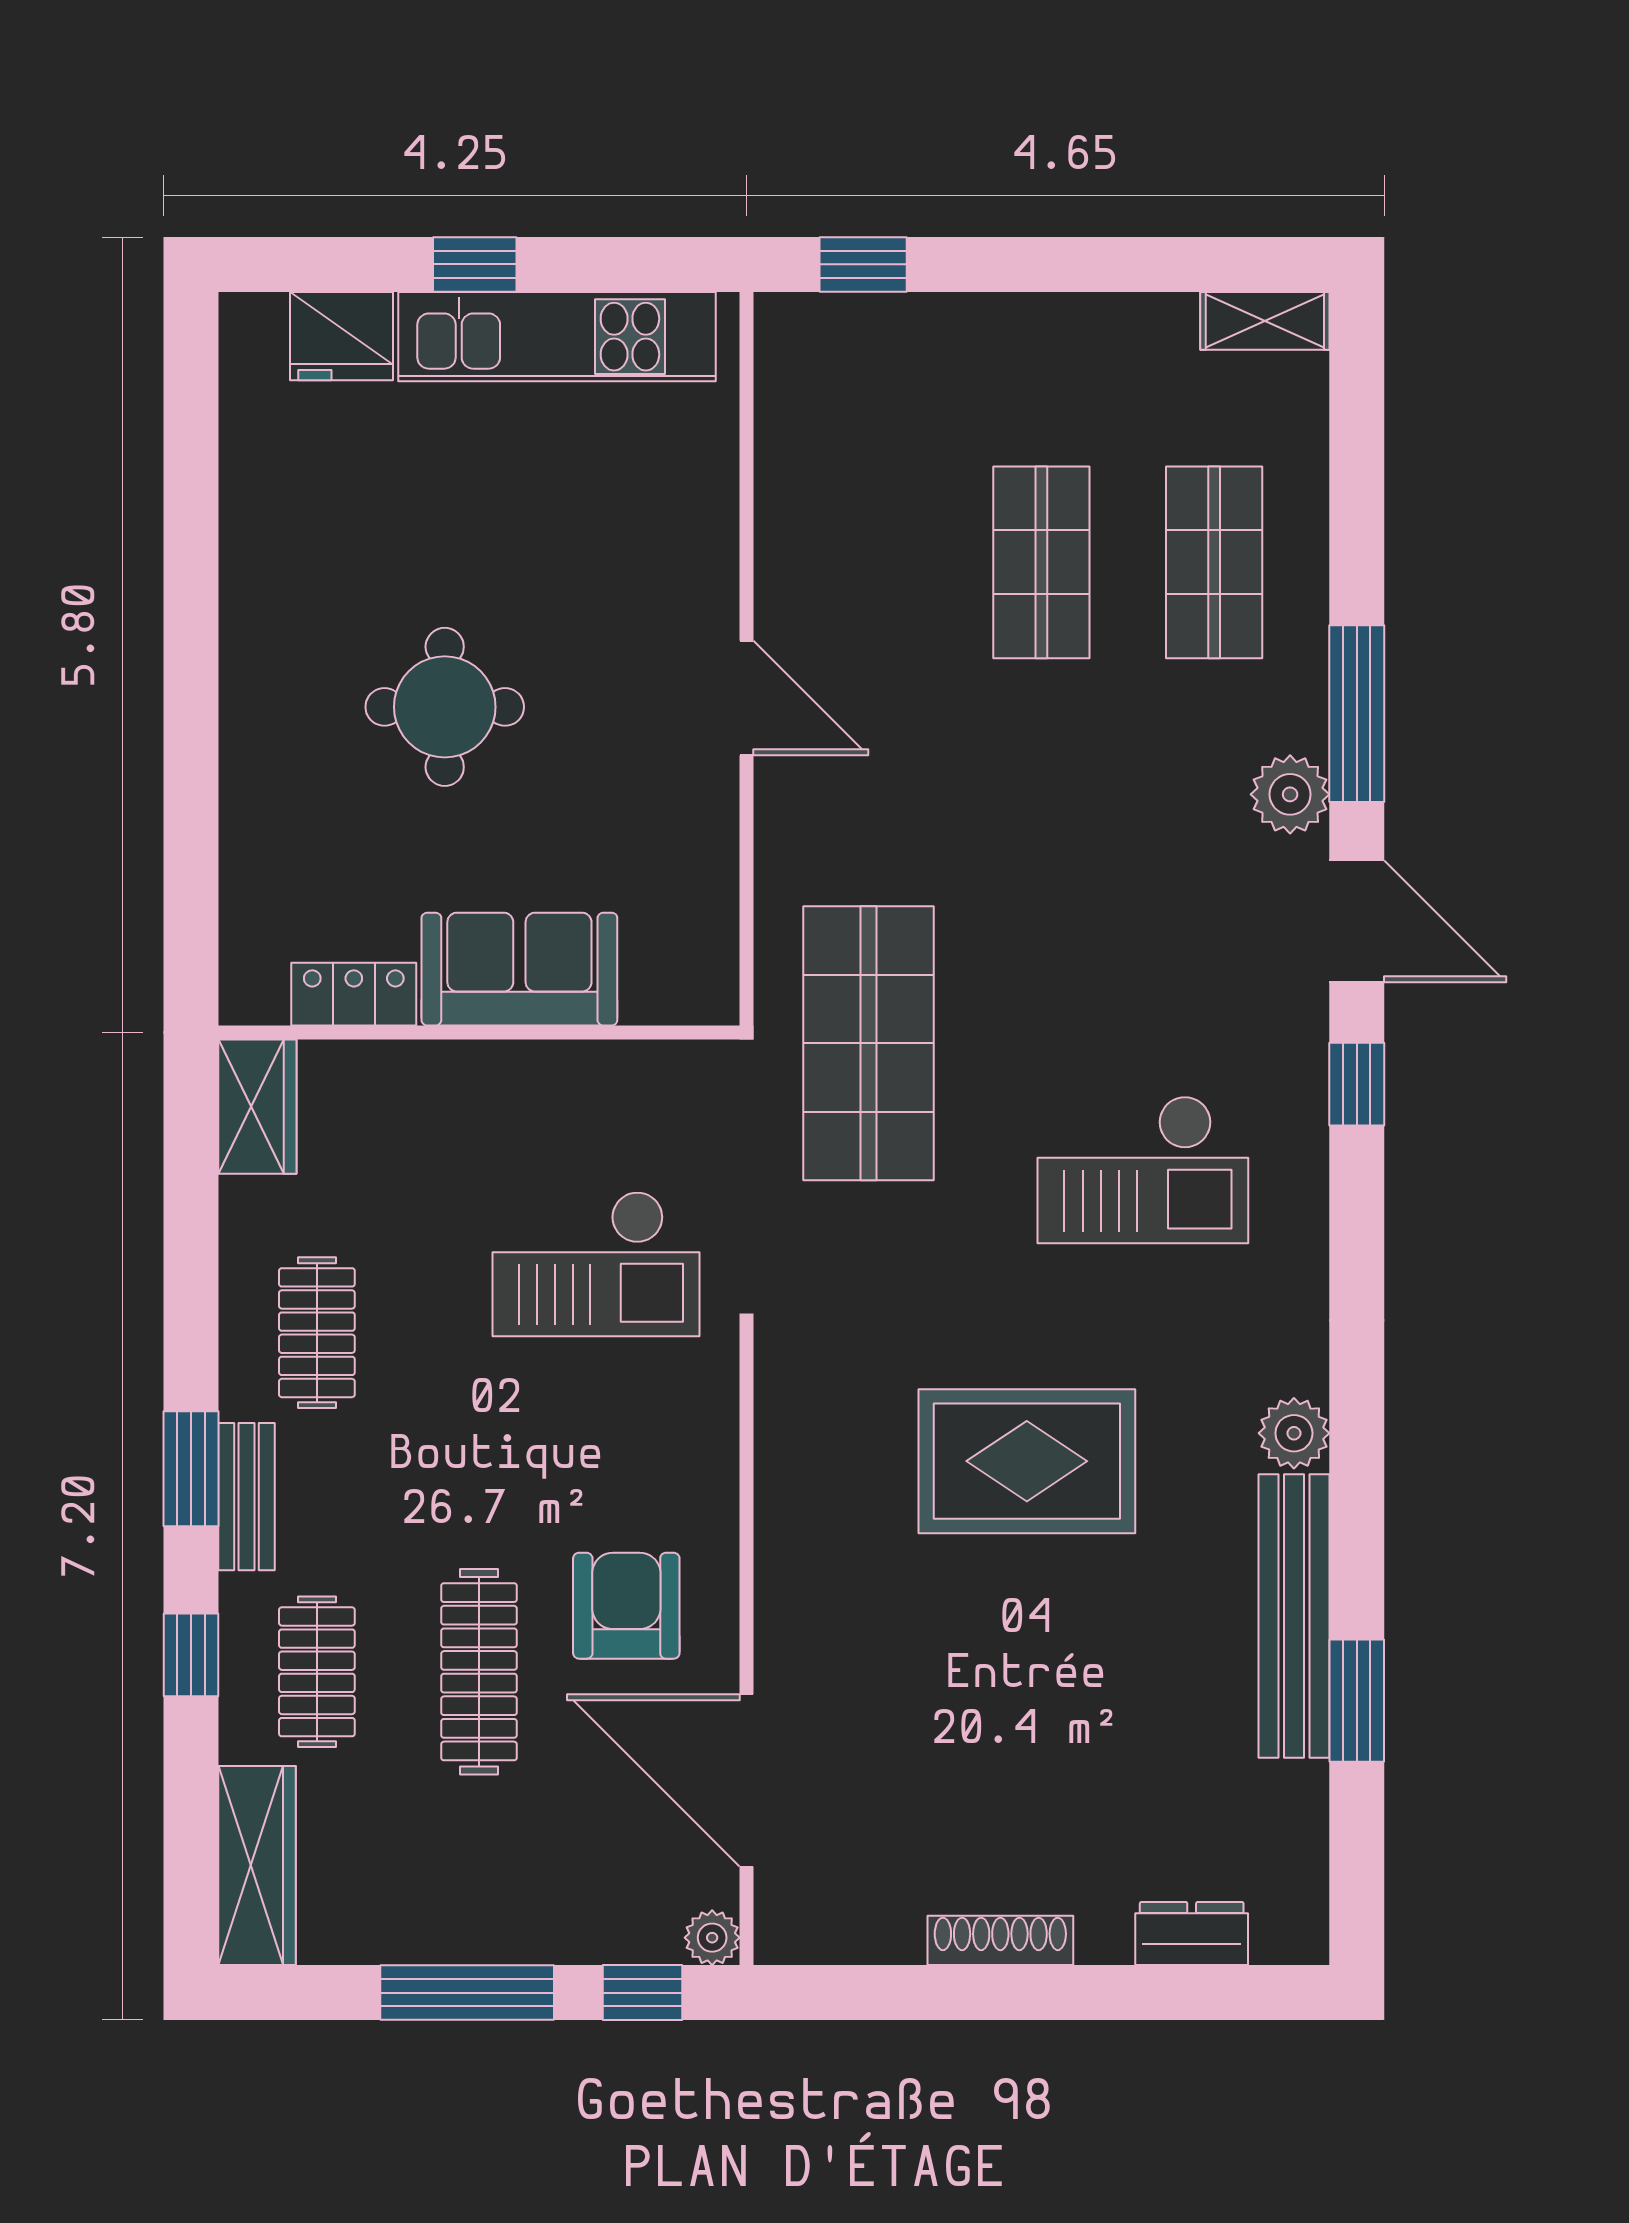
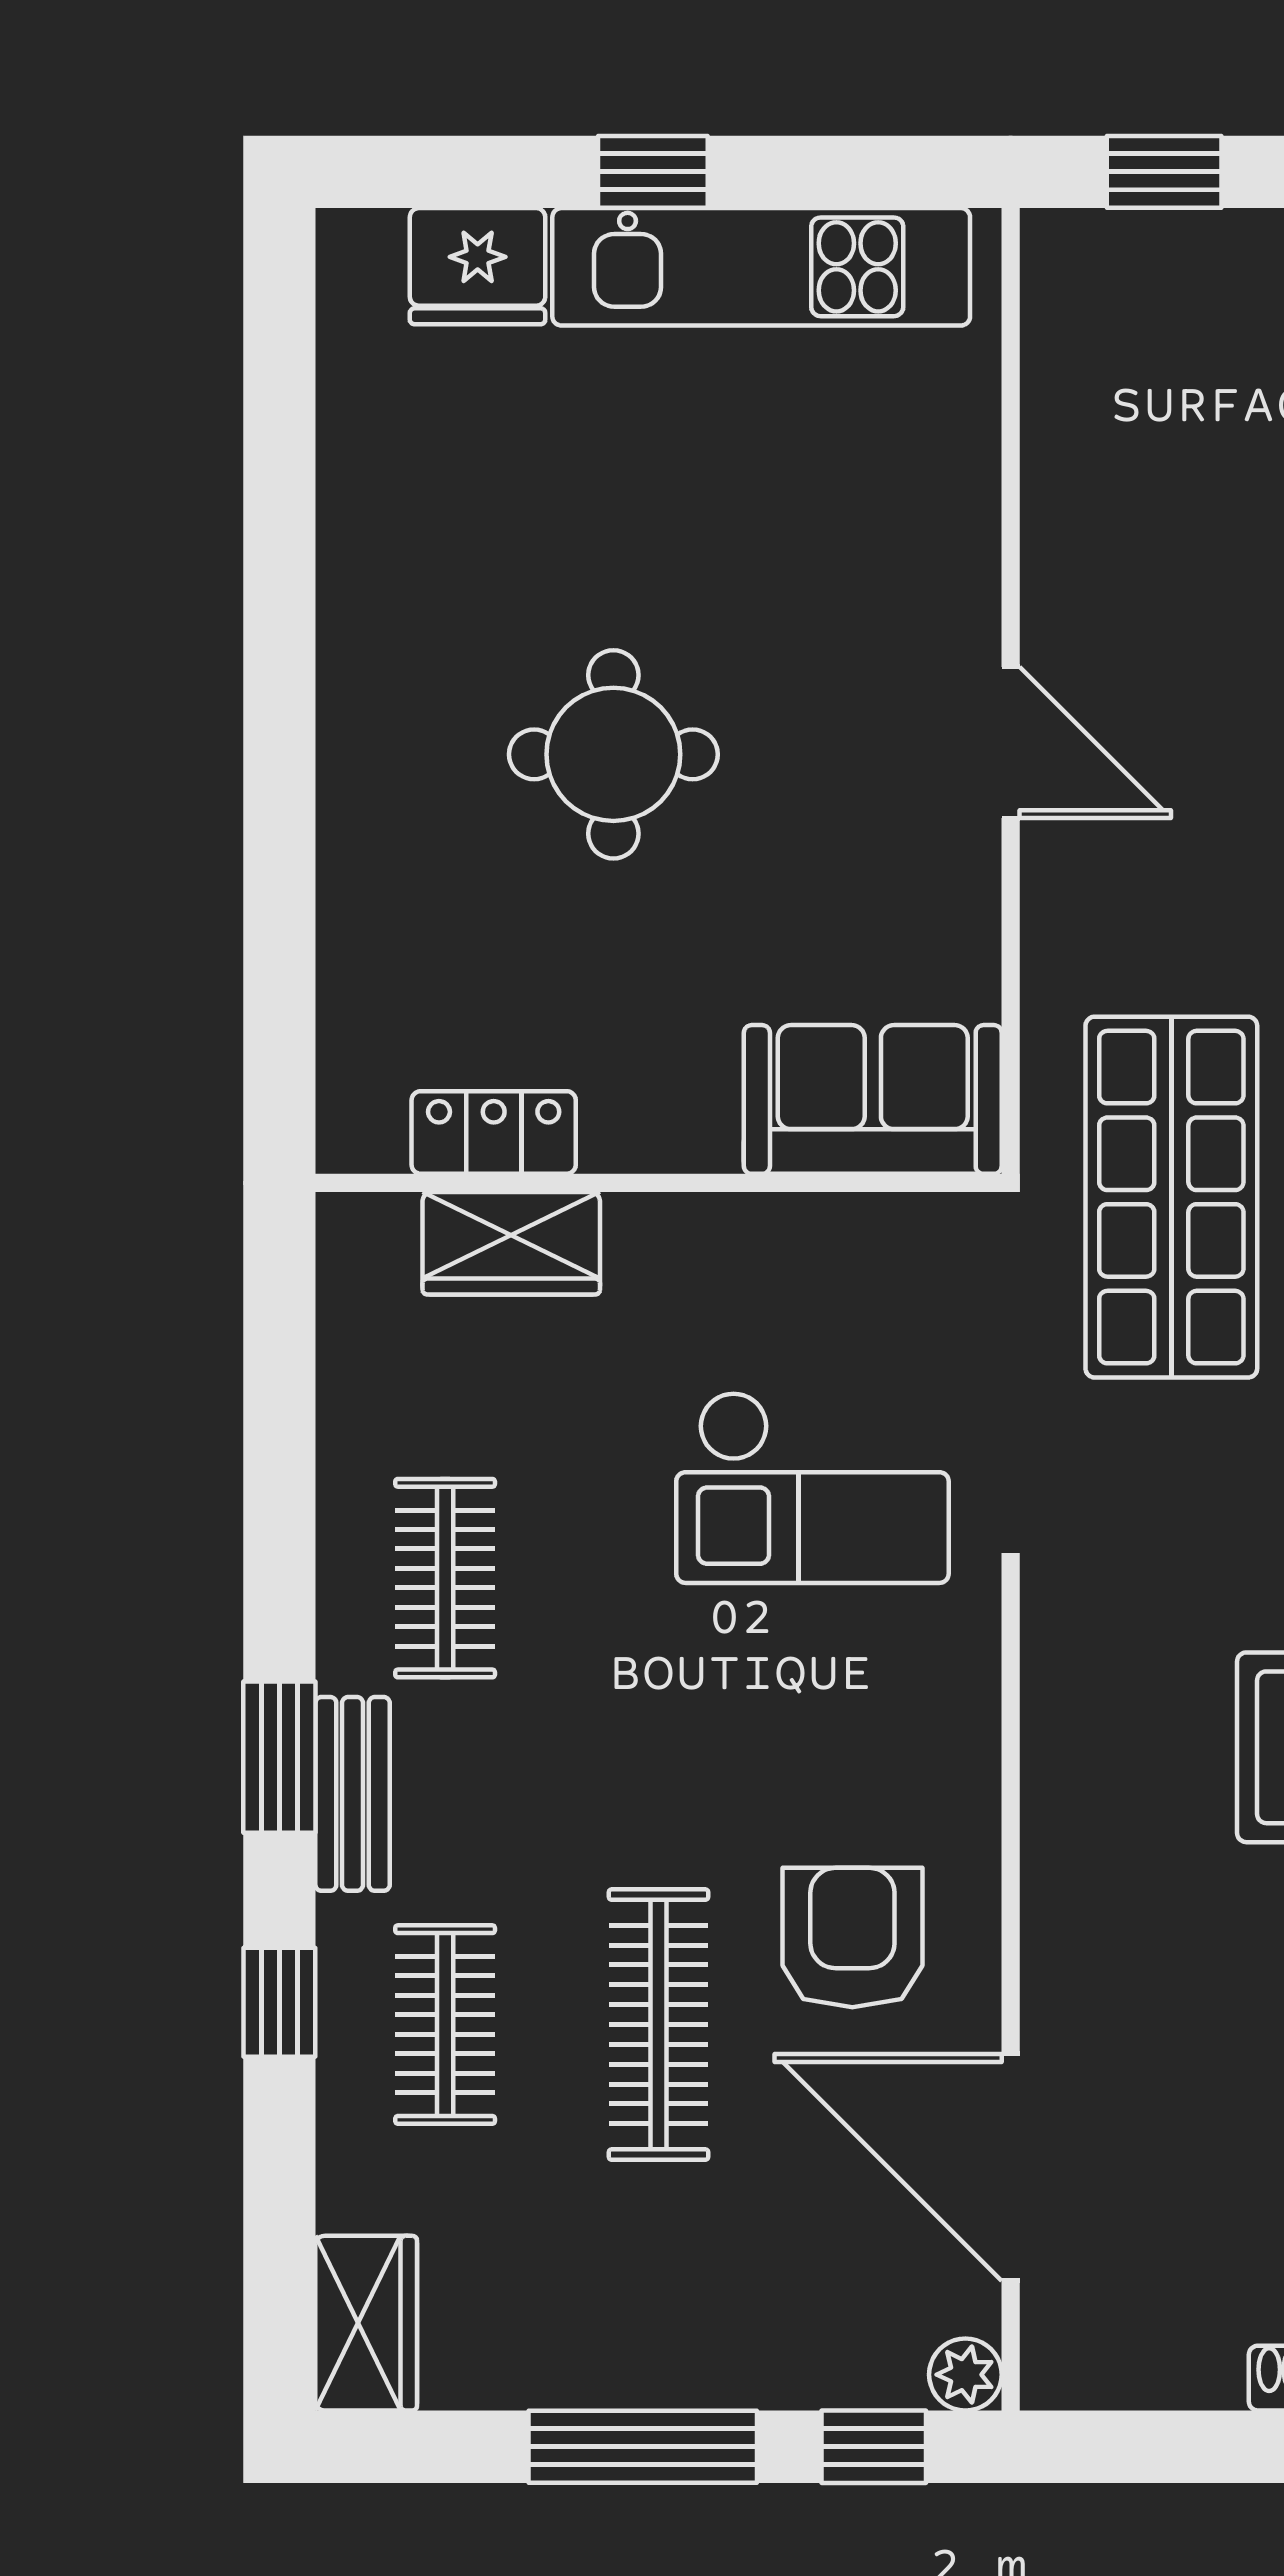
sofa: (519, 969) -> (873, 1099), moved
wardrobe: (257, 1107) -> (511, 1243), moved, turned 90
wardrobe: (257, 1865) -> (366, 2323), width x0.67

